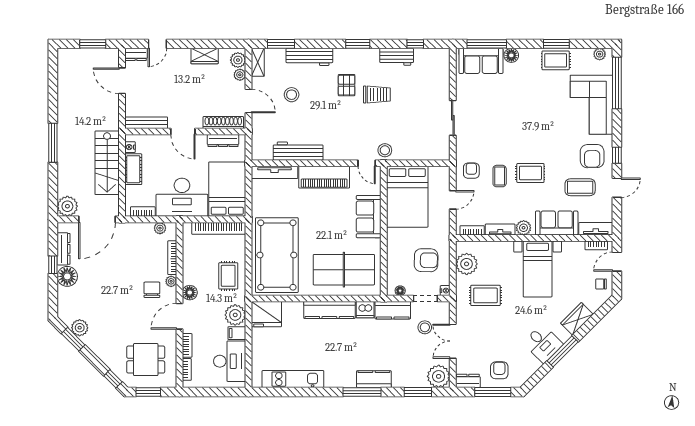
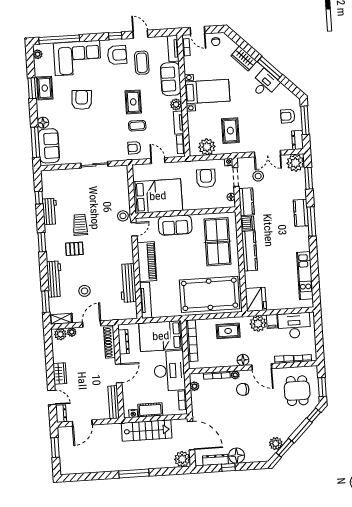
wardrobe: (205, 56) -> (60, 373), moved
armchair: (537, 107) -> (82, 100), added

